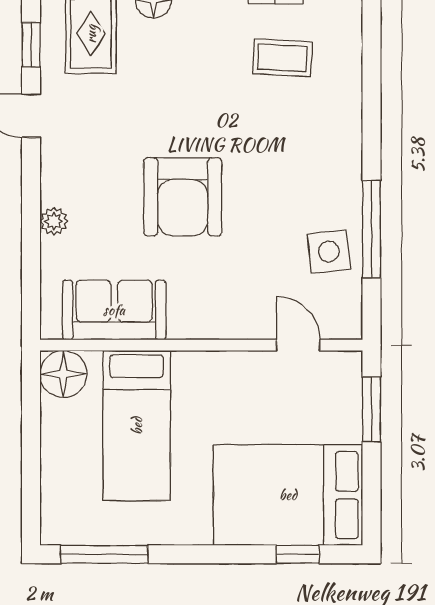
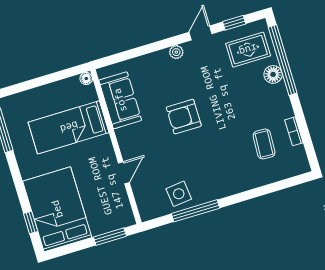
armchair: (183, 197) -> (184, 117), width x0.73, depth x0.73
plant: (54, 221) -> (176, 52), moved
door: (298, 345) -> (124, 173), moved
floor lamp: (63, 374) -> (86, 79), width x0.53, depth x0.53

